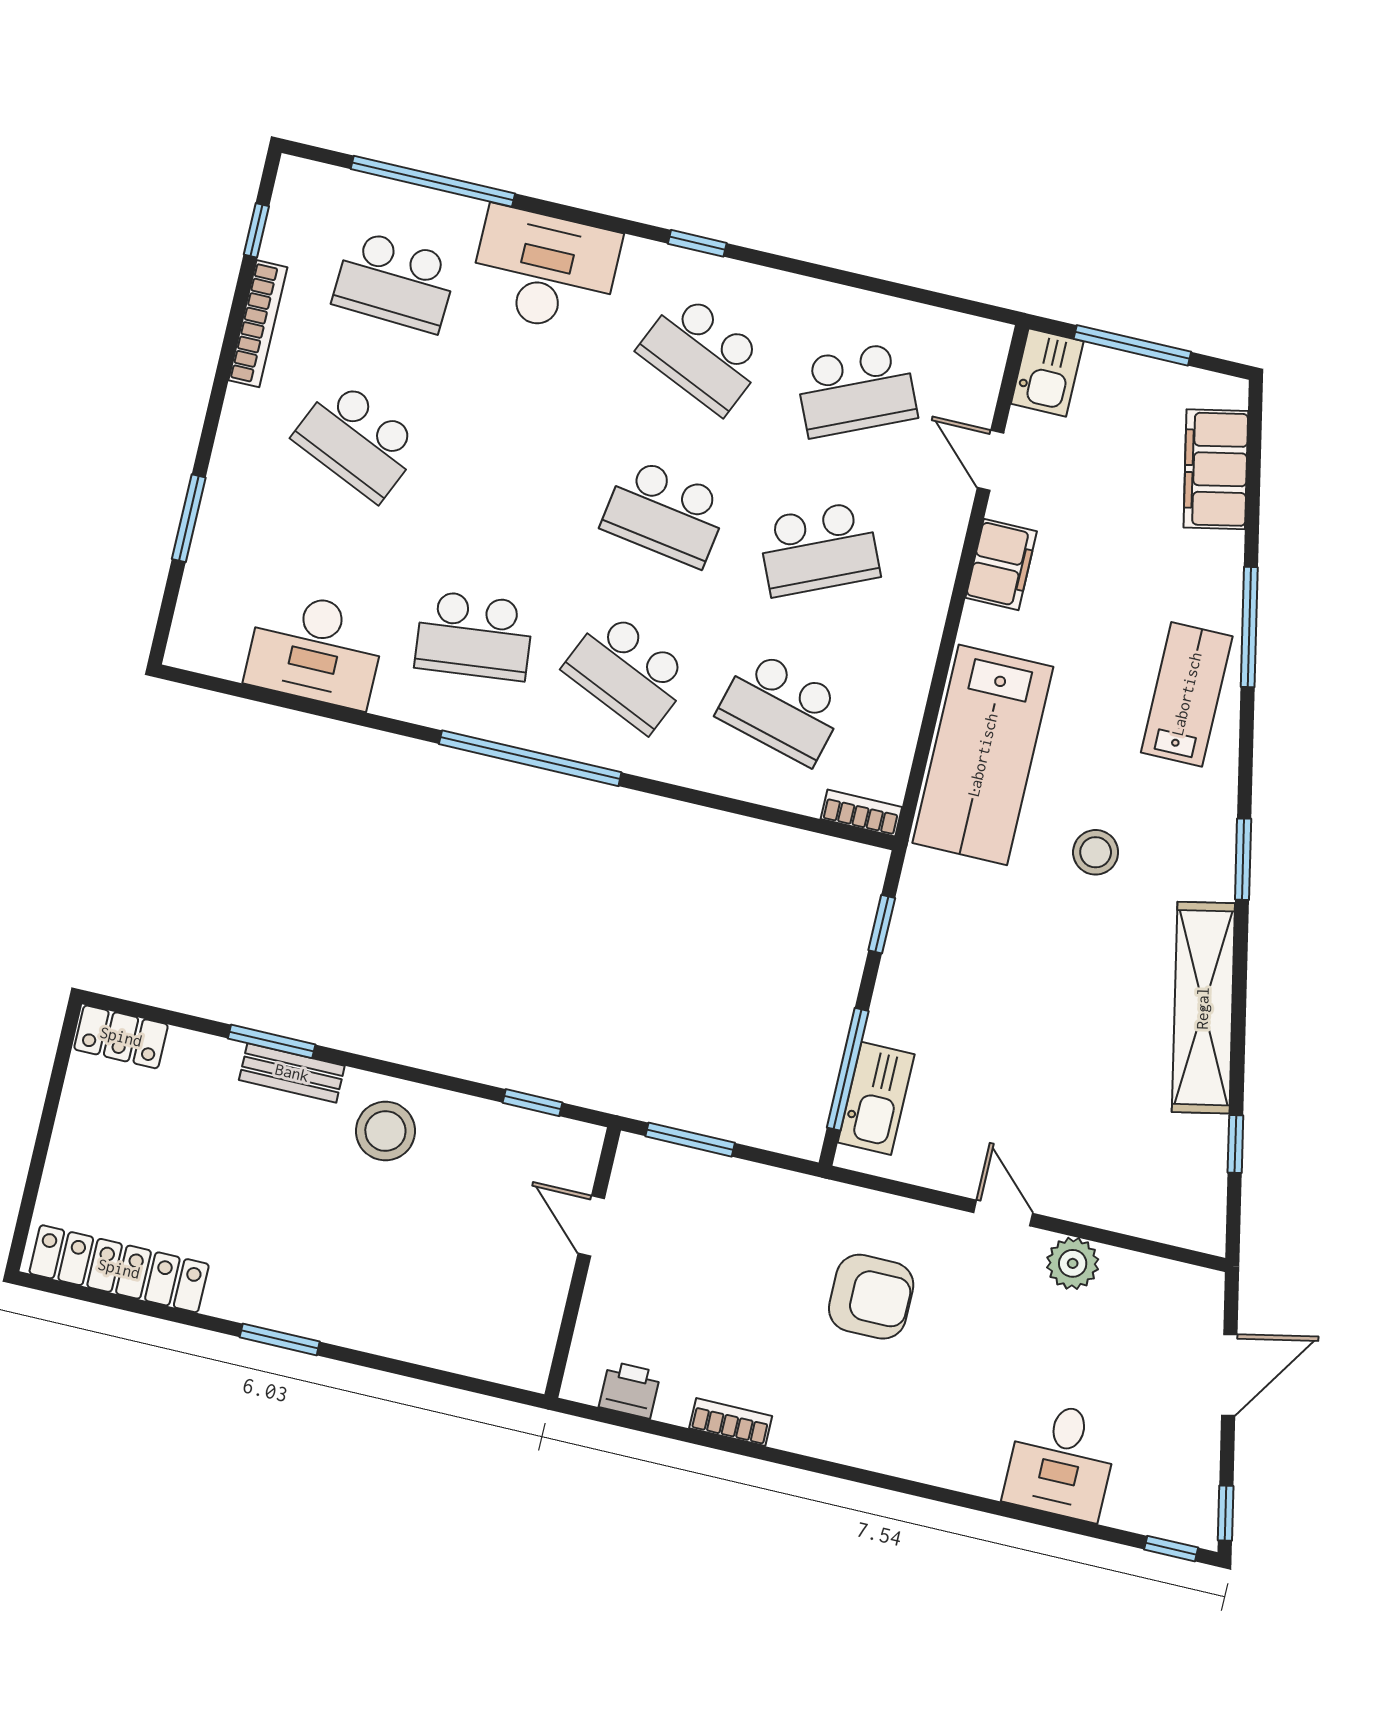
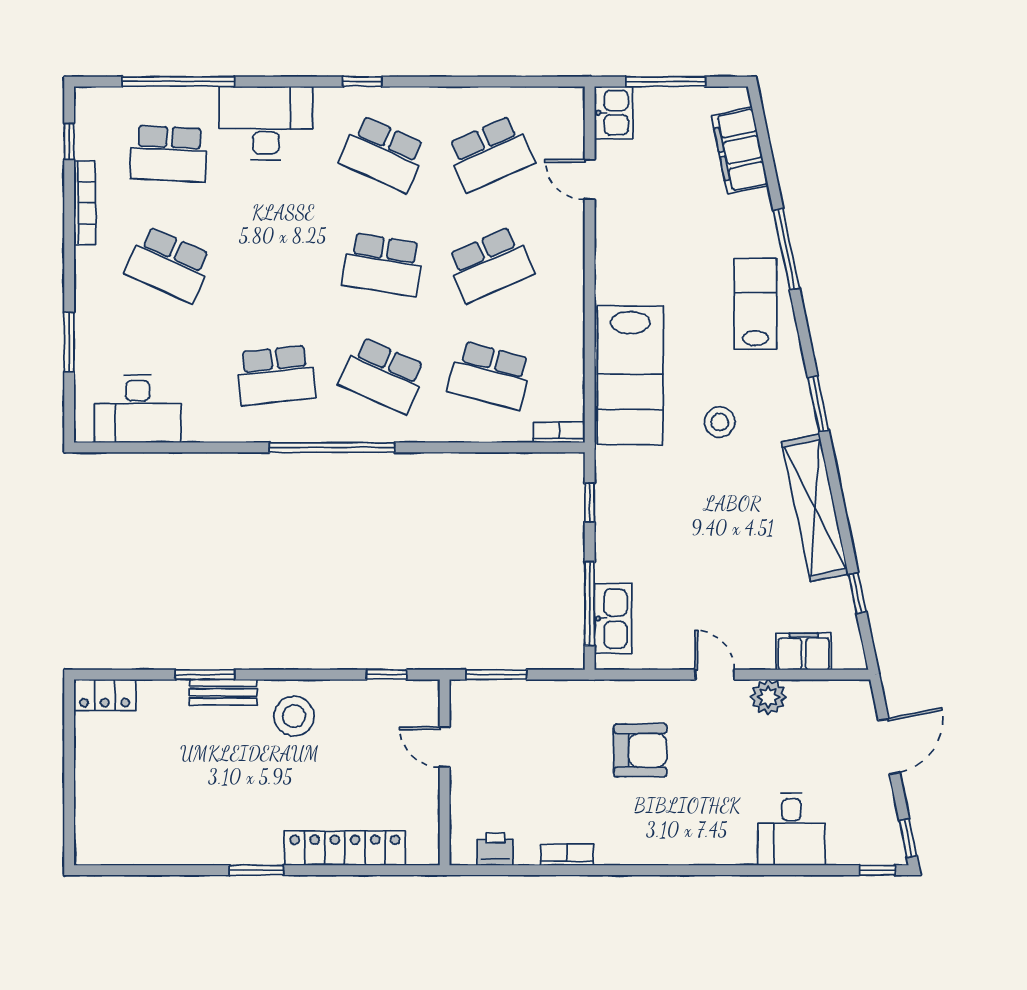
filing cabinet: (1001, 565) -> (804, 651), moved, turned -90
desk: (315, 649) -> (138, 409), moved
locker: (119, 1269) -> (345, 848), moved

